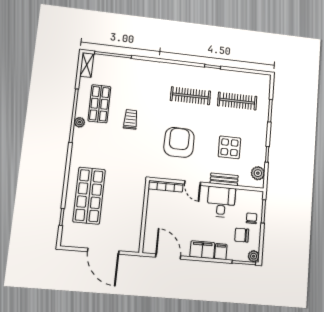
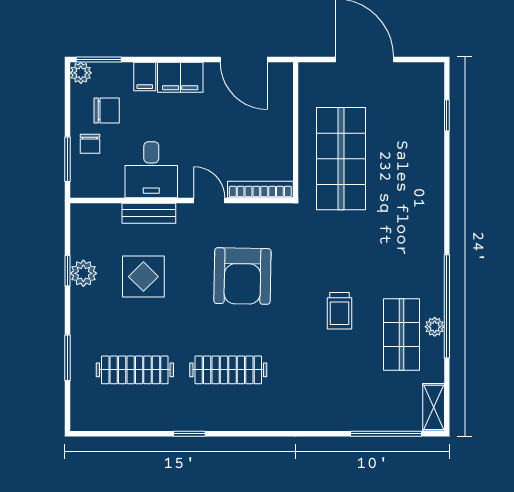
plant: (80, 122) -> (435, 327), moved
plant: (258, 173) -> (83, 273), moved
shop shelf: (89, 196) -> (341, 159), moved

